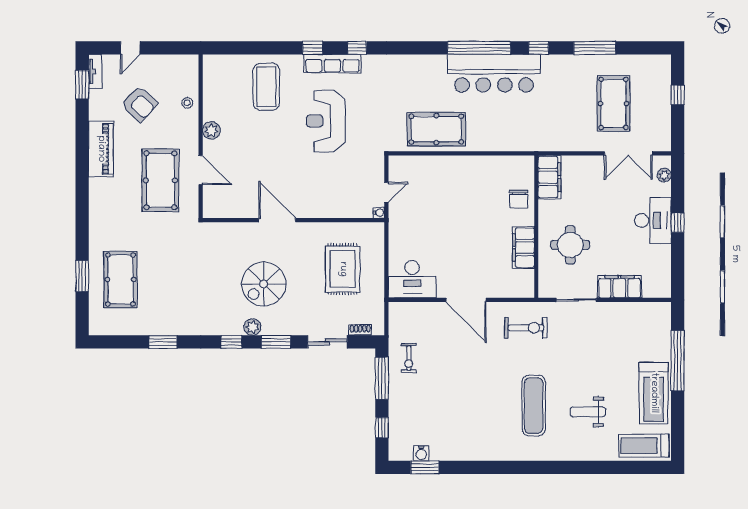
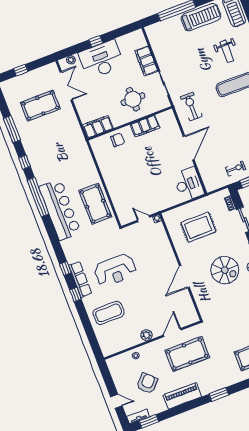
bar counter: (494, 73) -> (60, 210), moved
window: (82, 204) -> (219, 394), added
desk: (653, 221) -> (101, 59), width x1.36, depth x1.30

